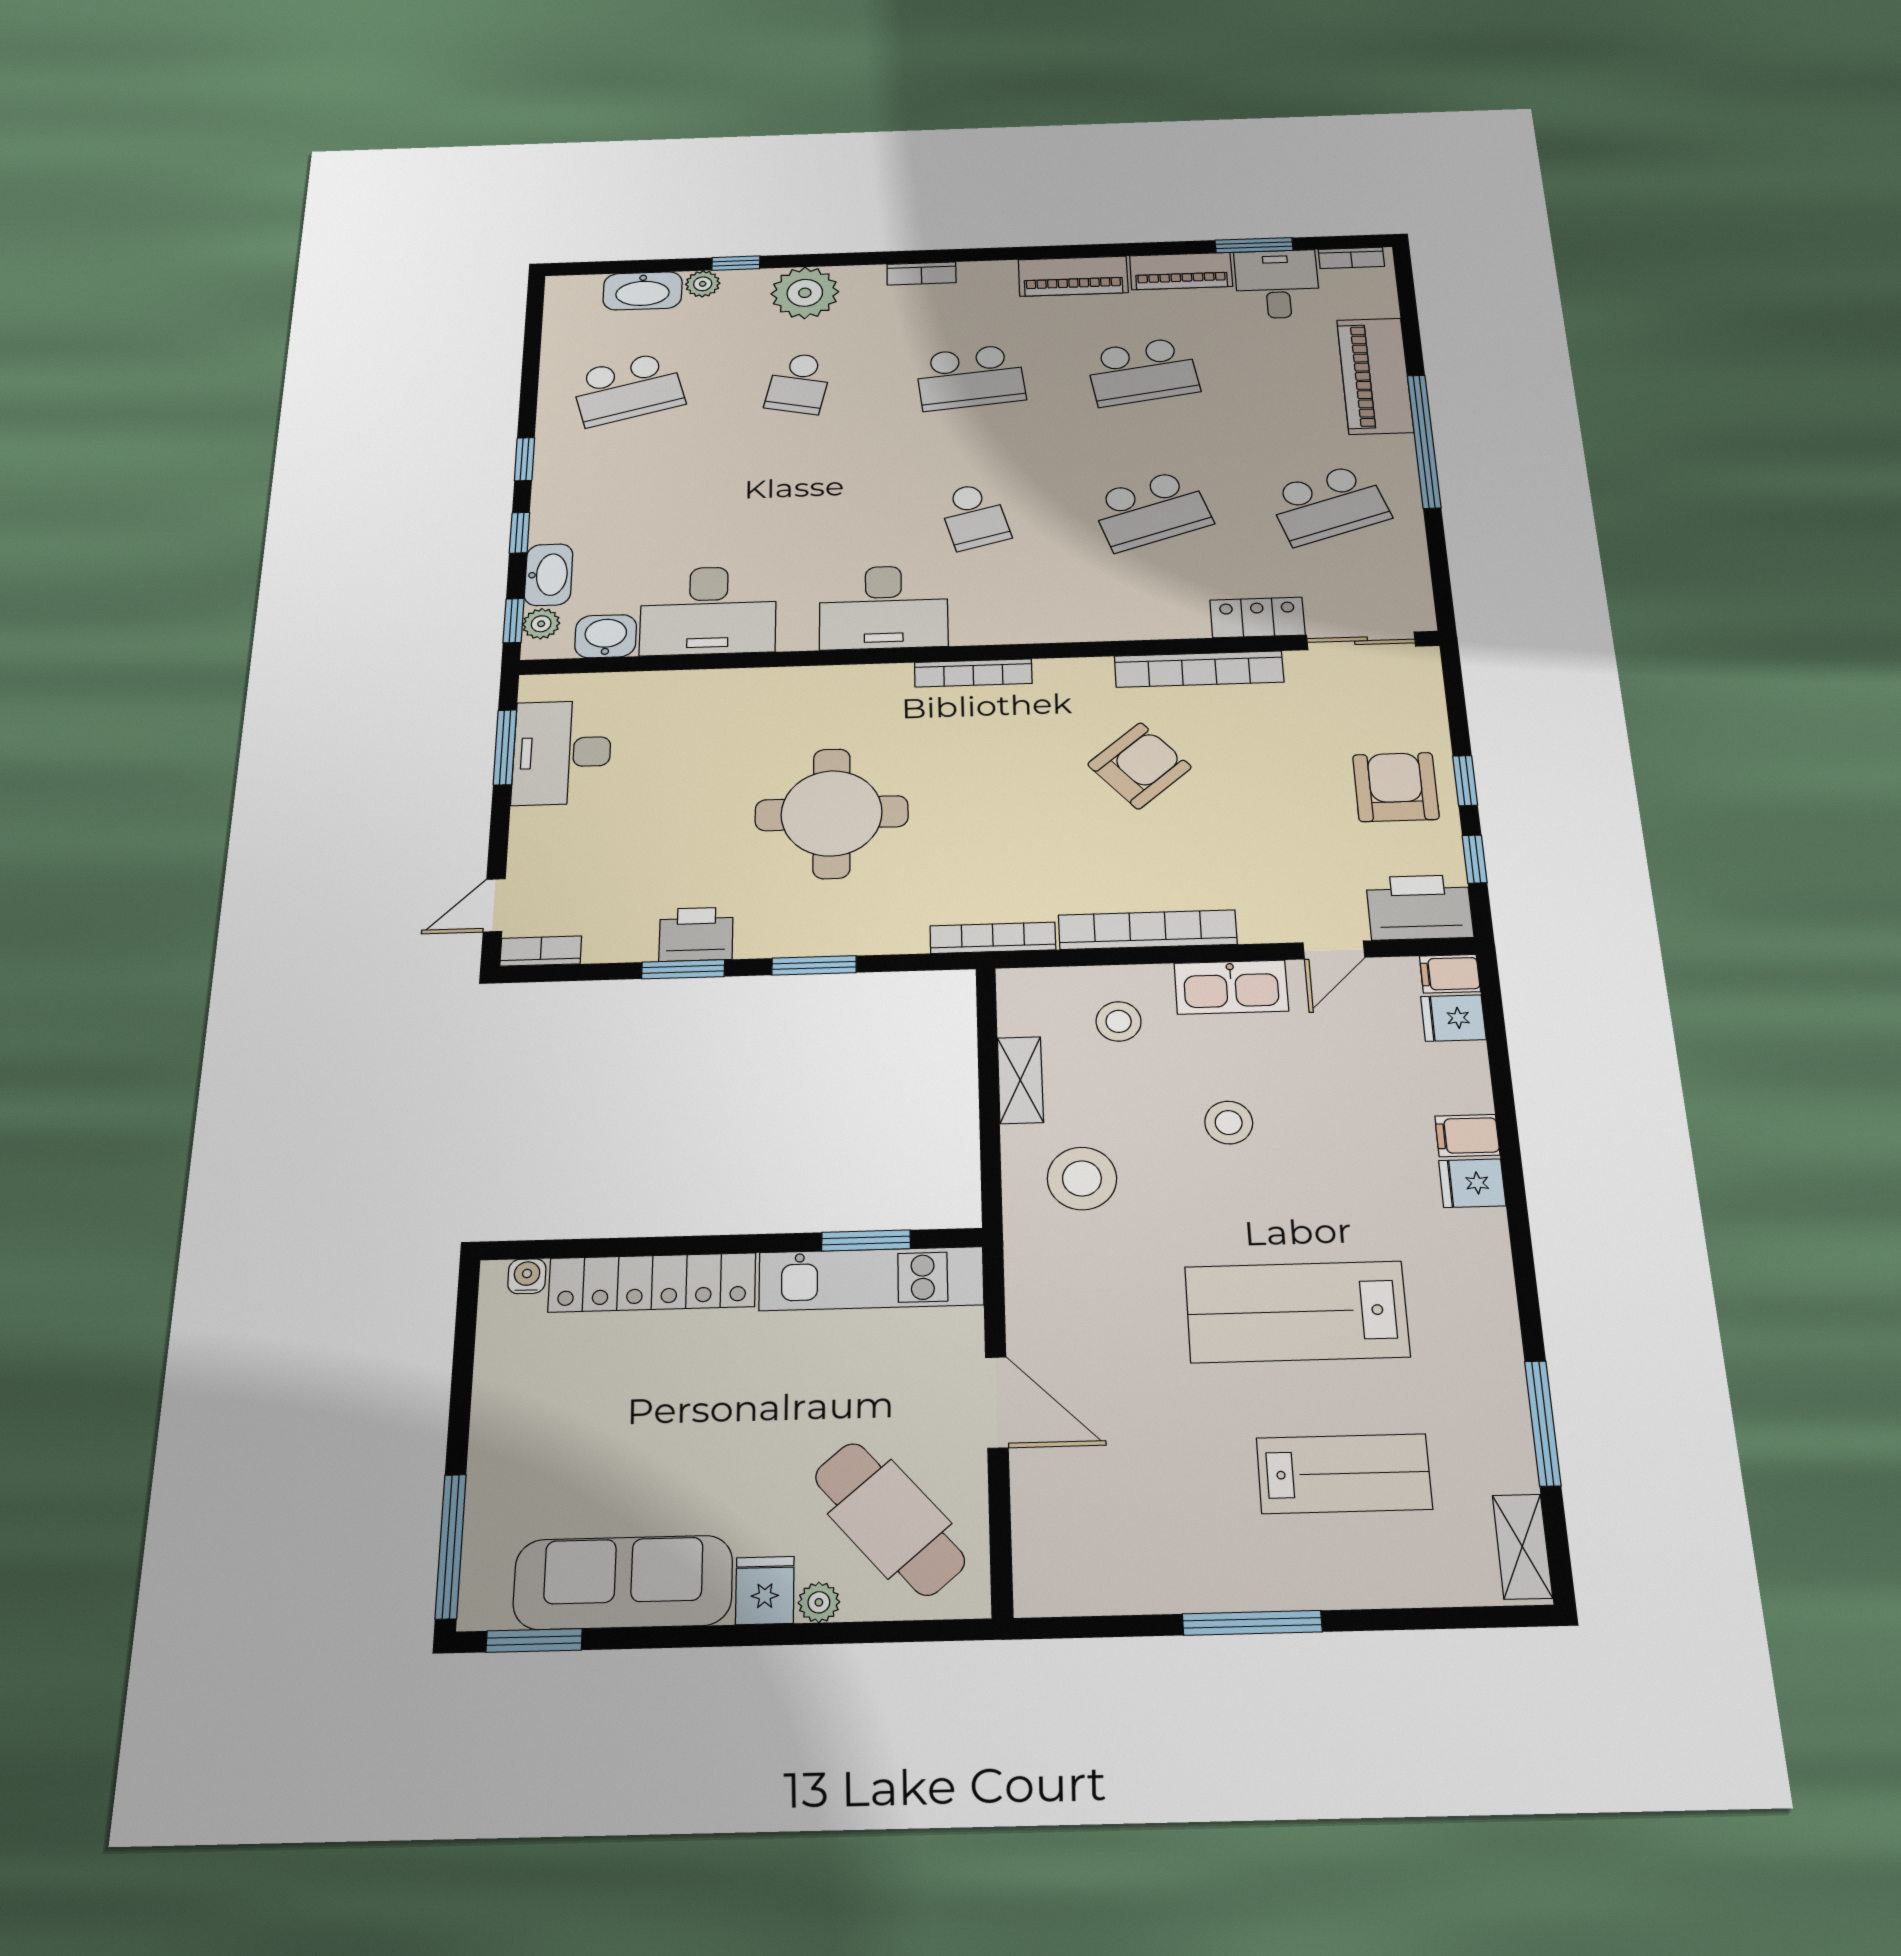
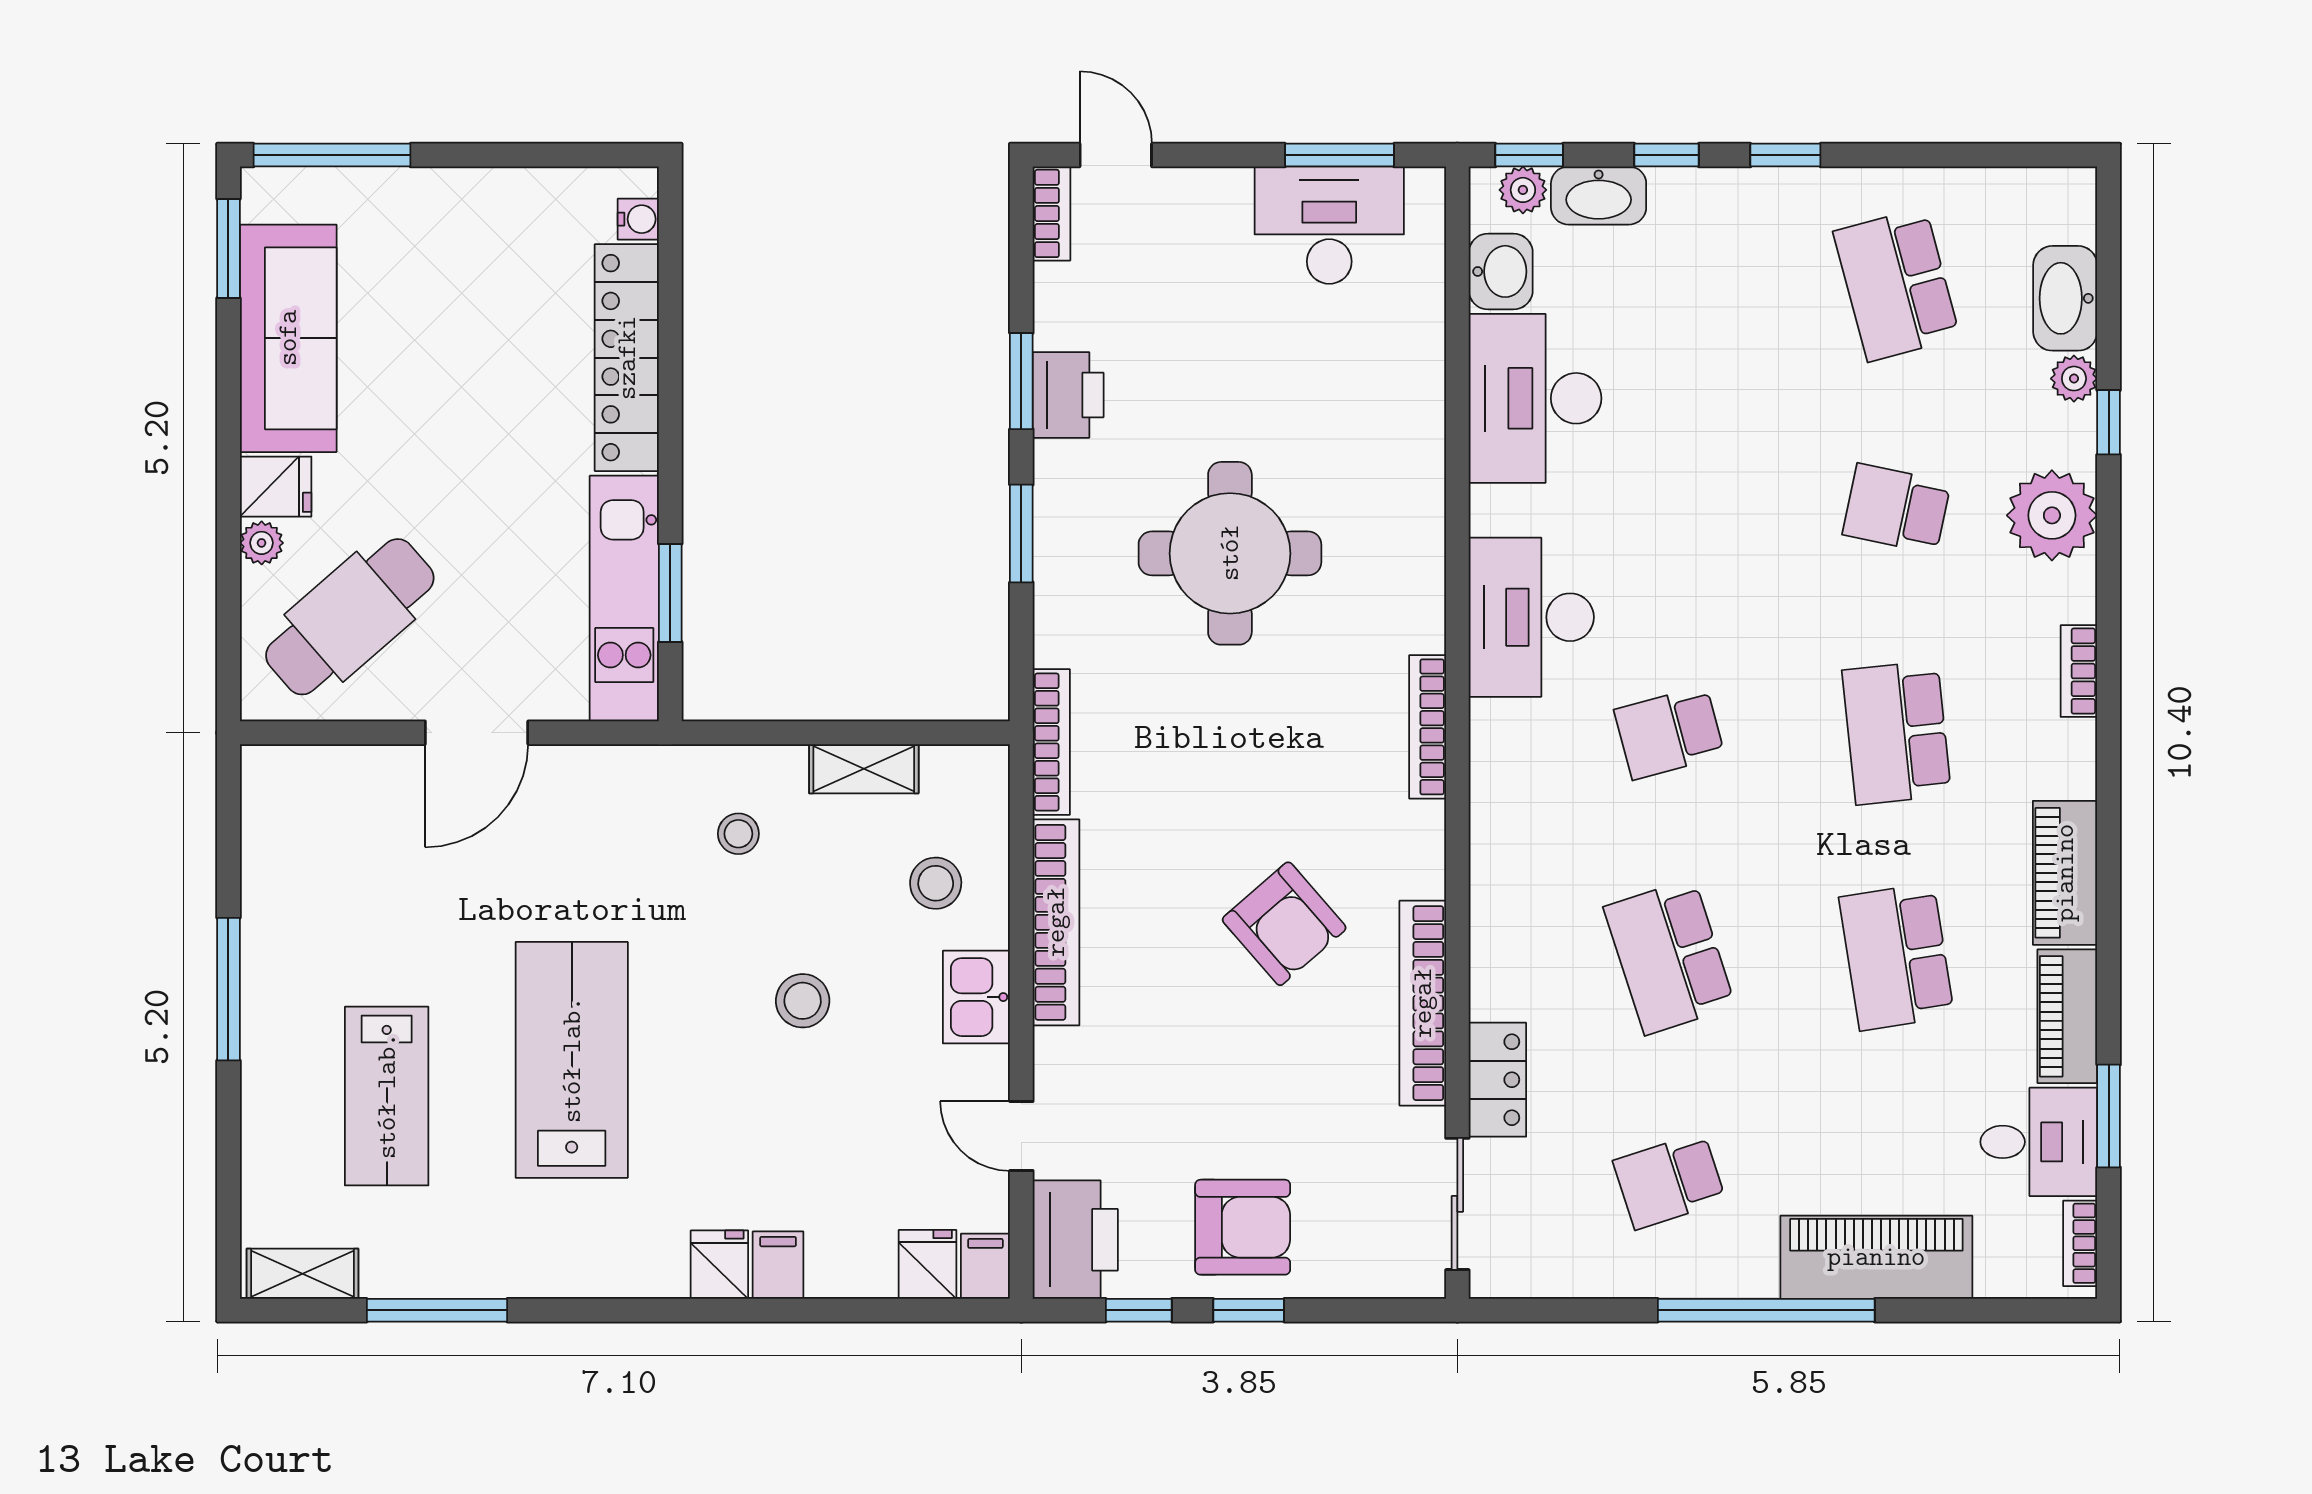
school desk: (1329, 504) -> (1669, 1181), width x0.54
kitchen sink: (1231, 987) -> (976, 997), width x0.73
stool: (1082, 1178) -> (738, 834), width x0.53, depth x0.53

